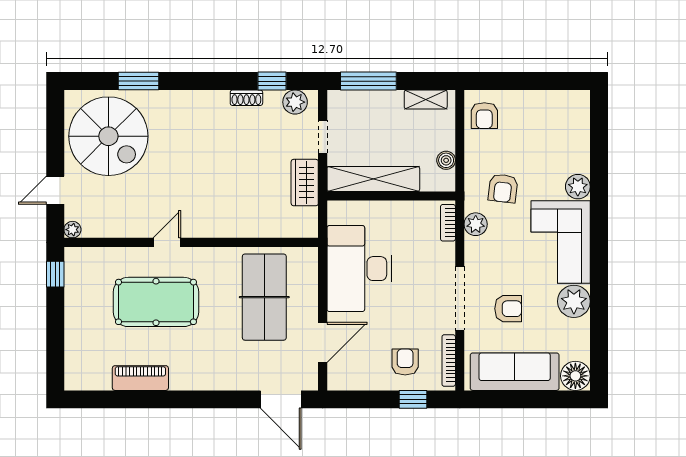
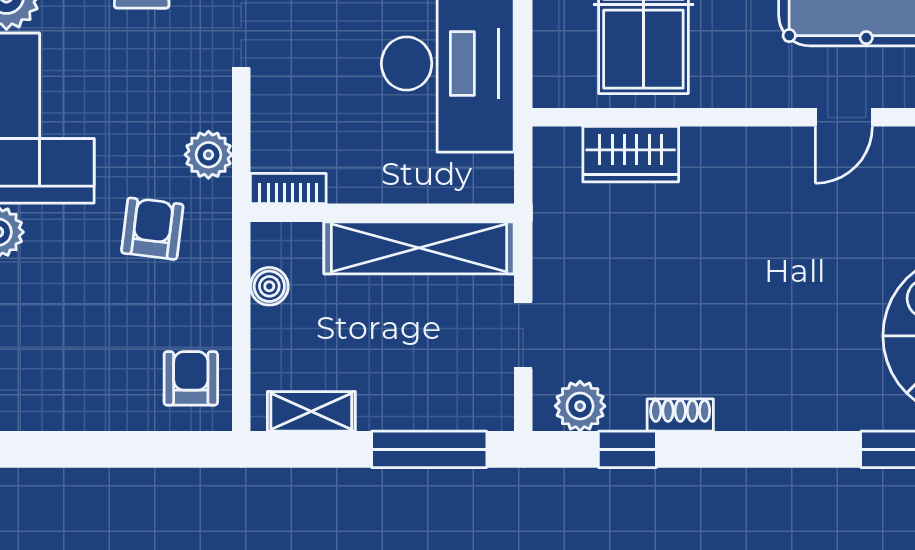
wardrobe: (305, 183) -> (631, 154), moved, turned 90
bookcase: (448, 223) -> (288, 189), moved, turned -90

